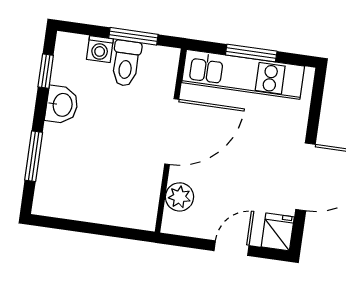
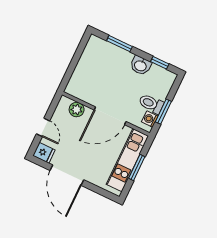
washing machine: (100, 49) -> (150, 119), moved
door: (172, 132) -> (110, 116), hinge flipped

